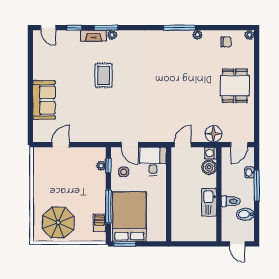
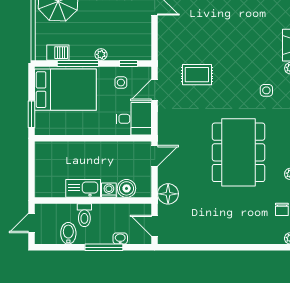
side table: (130, 54) -> (266, 90), added
rug: (104, 75) -> (197, 75), moved
dining table: (235, 86) -> (238, 152), moved, width x1.88, depth x1.24
door: (183, 145) -> (155, 156), hinge flipped
washing machine: (211, 153) -> (109, 190), moved
plant: (101, 166) -> (101, 54), moved
window: (125, 244) -> (32, 114), moved

